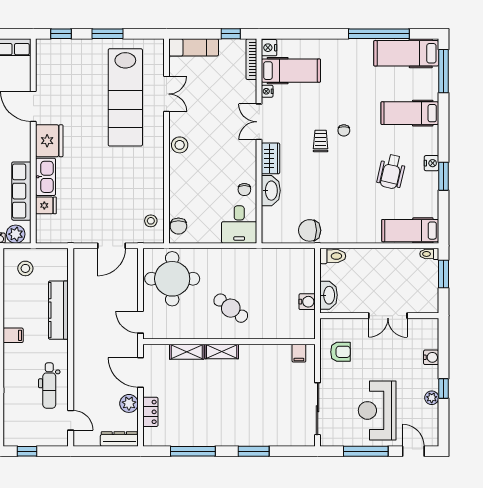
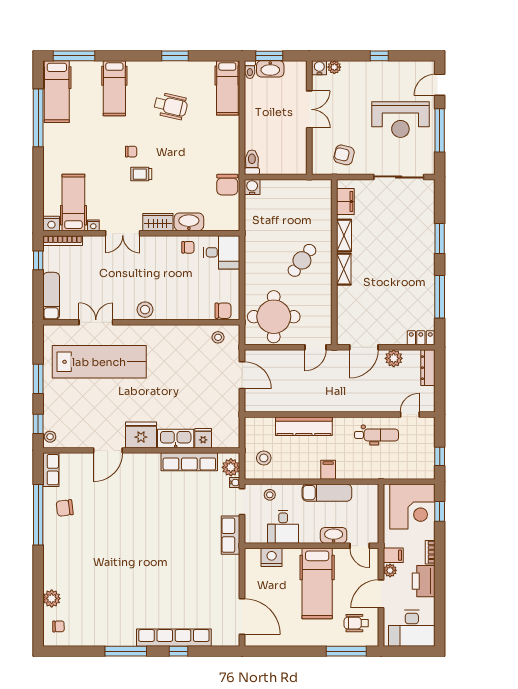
stool: (48, 46) -> (50, 437), added
nightstand: (431, 163) -> (163, 67), removed
washbasin: (329, 295) -> (270, 69), moved, turned 180
water cooler: (307, 302) -> (252, 187), moved
shelving: (187, 352) -> (344, 235), moved
armchair: (340, 352) -> (344, 155), turned -76
filing cabinet: (299, 353) -> (345, 201), width x2.00
water cooler: (431, 357) -> (319, 68), moved
plant: (432, 398) -> (334, 67), moved
locker: (150, 412) -> (421, 338), moved

